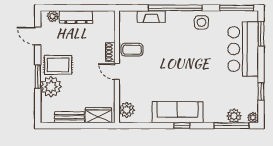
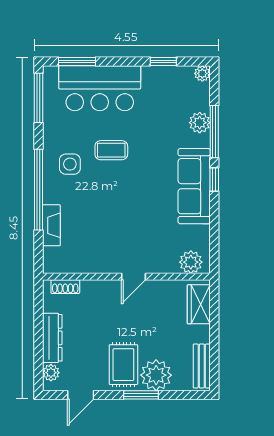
side table: (201, 22) -> (70, 164), moved
coffee table: (132, 50) -> (111, 150), moved, turned 90
shoe rack: (110, 52) -> (65, 287), moved
plant: (234, 116) -> (200, 123), moved
bench: (69, 117) -> (202, 366), moved
window: (231, 126) -> (214, 132), moved

